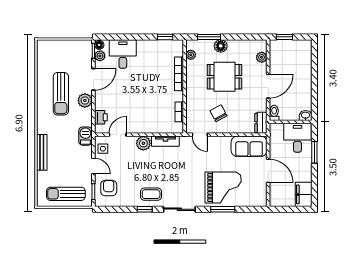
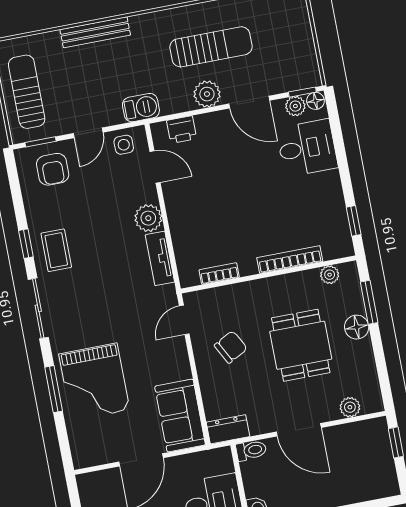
sun lounger: (61, 94) -> (211, 47), turned 180
armchair: (109, 188) -> (53, 169), turned 90

